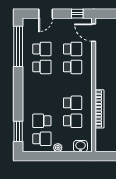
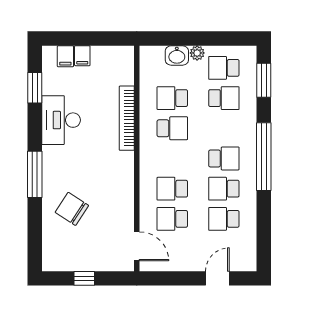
window: (77, 14) -> (164, 278), removed
window: (18, 46) -> (264, 157), moved
school desk: (42, 85) -> (224, 158), added
school desk: (73, 103) -> (172, 128), turned 180
washbasin: (80, 146) -> (177, 55), moved

